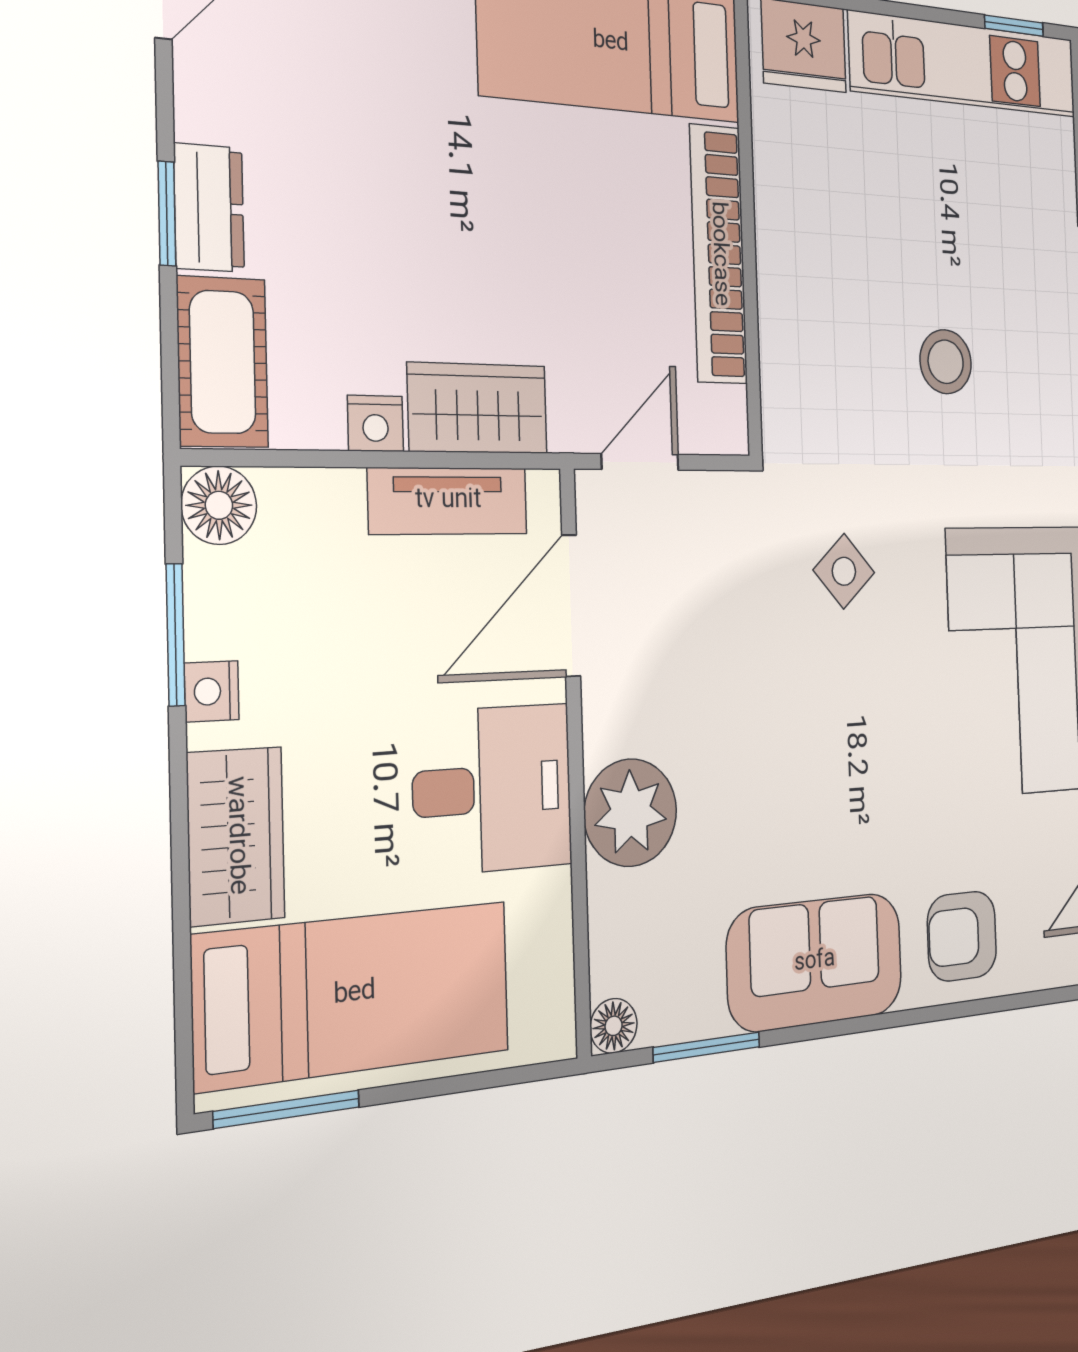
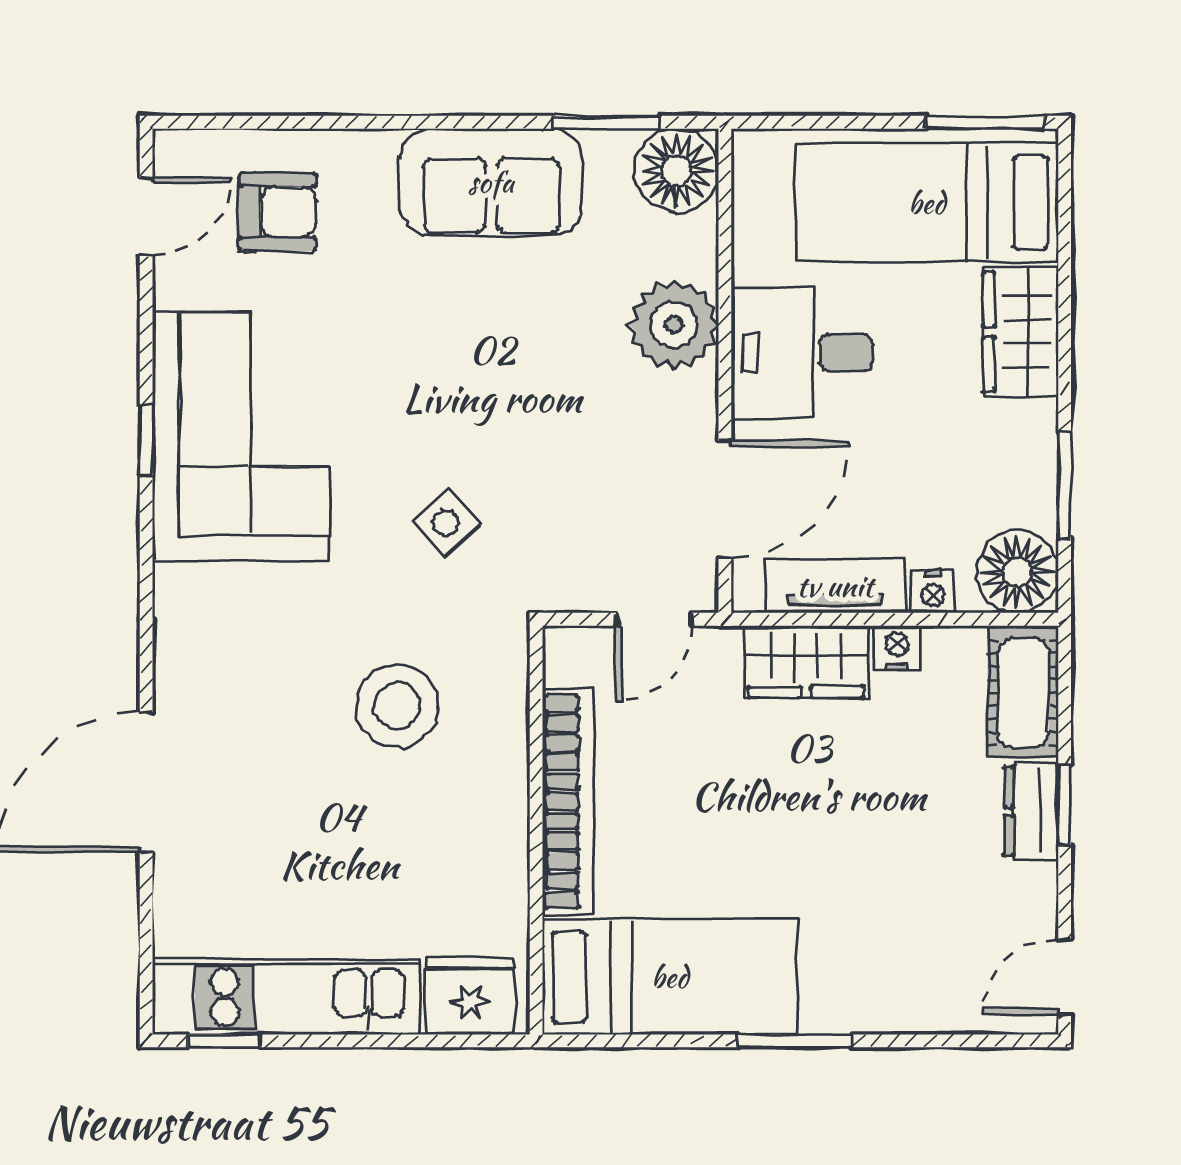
stool: (946, 362) -> (397, 706), moved, width x1.38, depth x1.38
floor lamp: (219, 505) -> (1017, 572), width x1.38, depth x1.38
nightstand: (212, 691) -> (933, 592), moved, turned 90
armchair: (962, 936) -> (278, 212), moved
floor lamp: (614, 1026) -> (677, 171), width x1.89, depth x1.89

